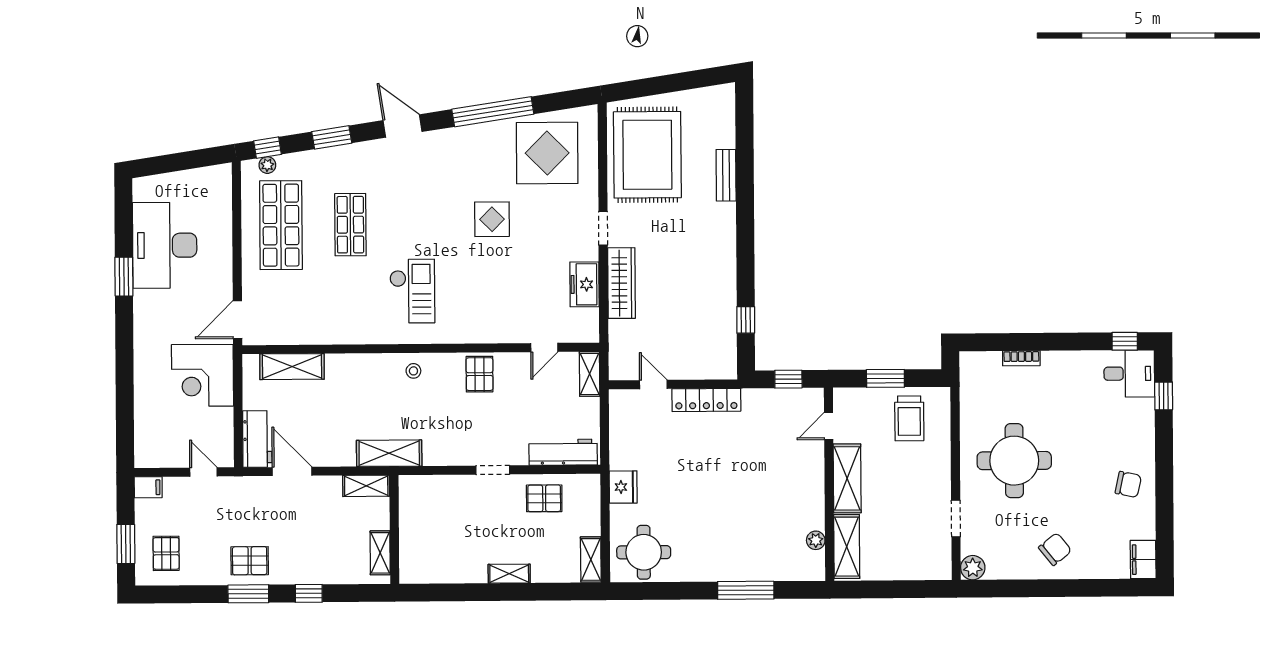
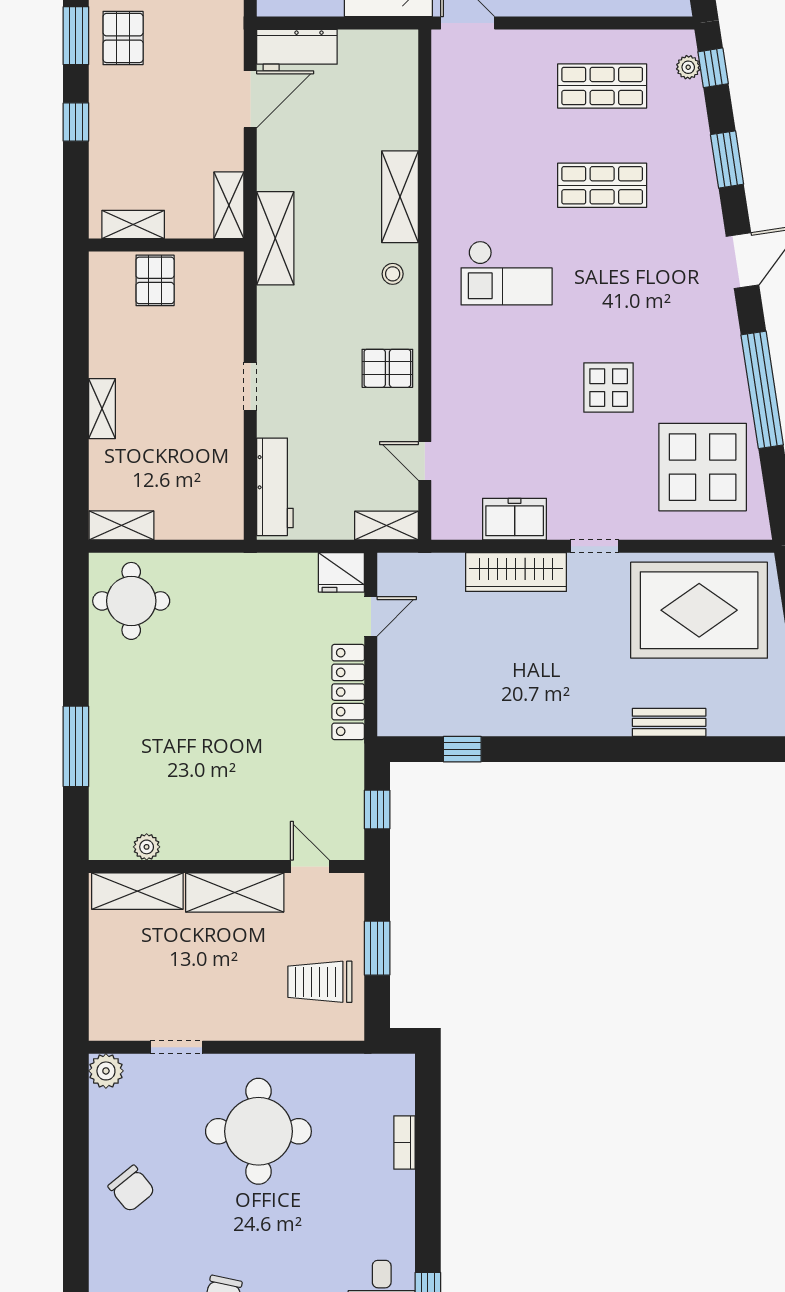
shop shelf: (281, 225) -> (602, 86), width x0.70, depth x0.74
shelving: (292, 367) -> (400, 197), moved
fridge: (623, 487) -> (341, 572), moved
pallet: (544, 498) -> (155, 280), moved

